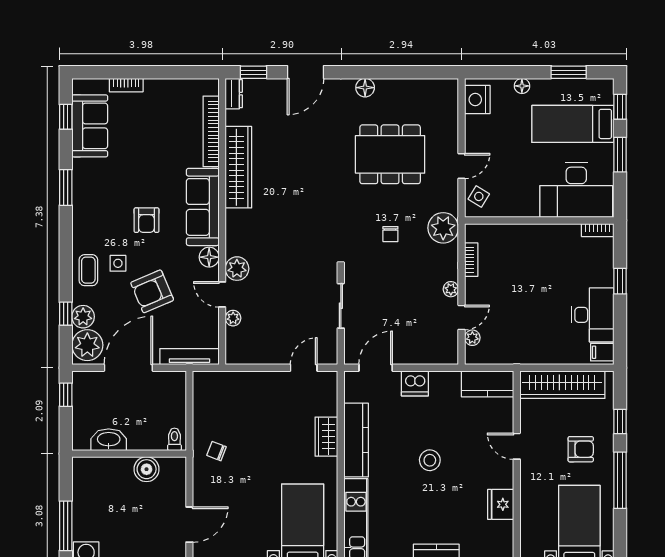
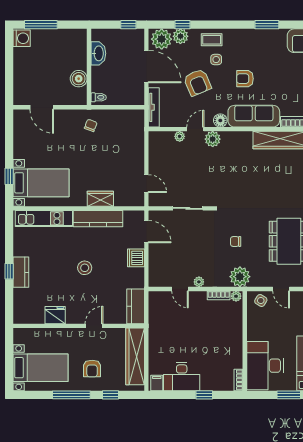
armchair: (152, 291) -> (197, 82), turned 180
plant: (472, 338) -> (236, 296), moved

